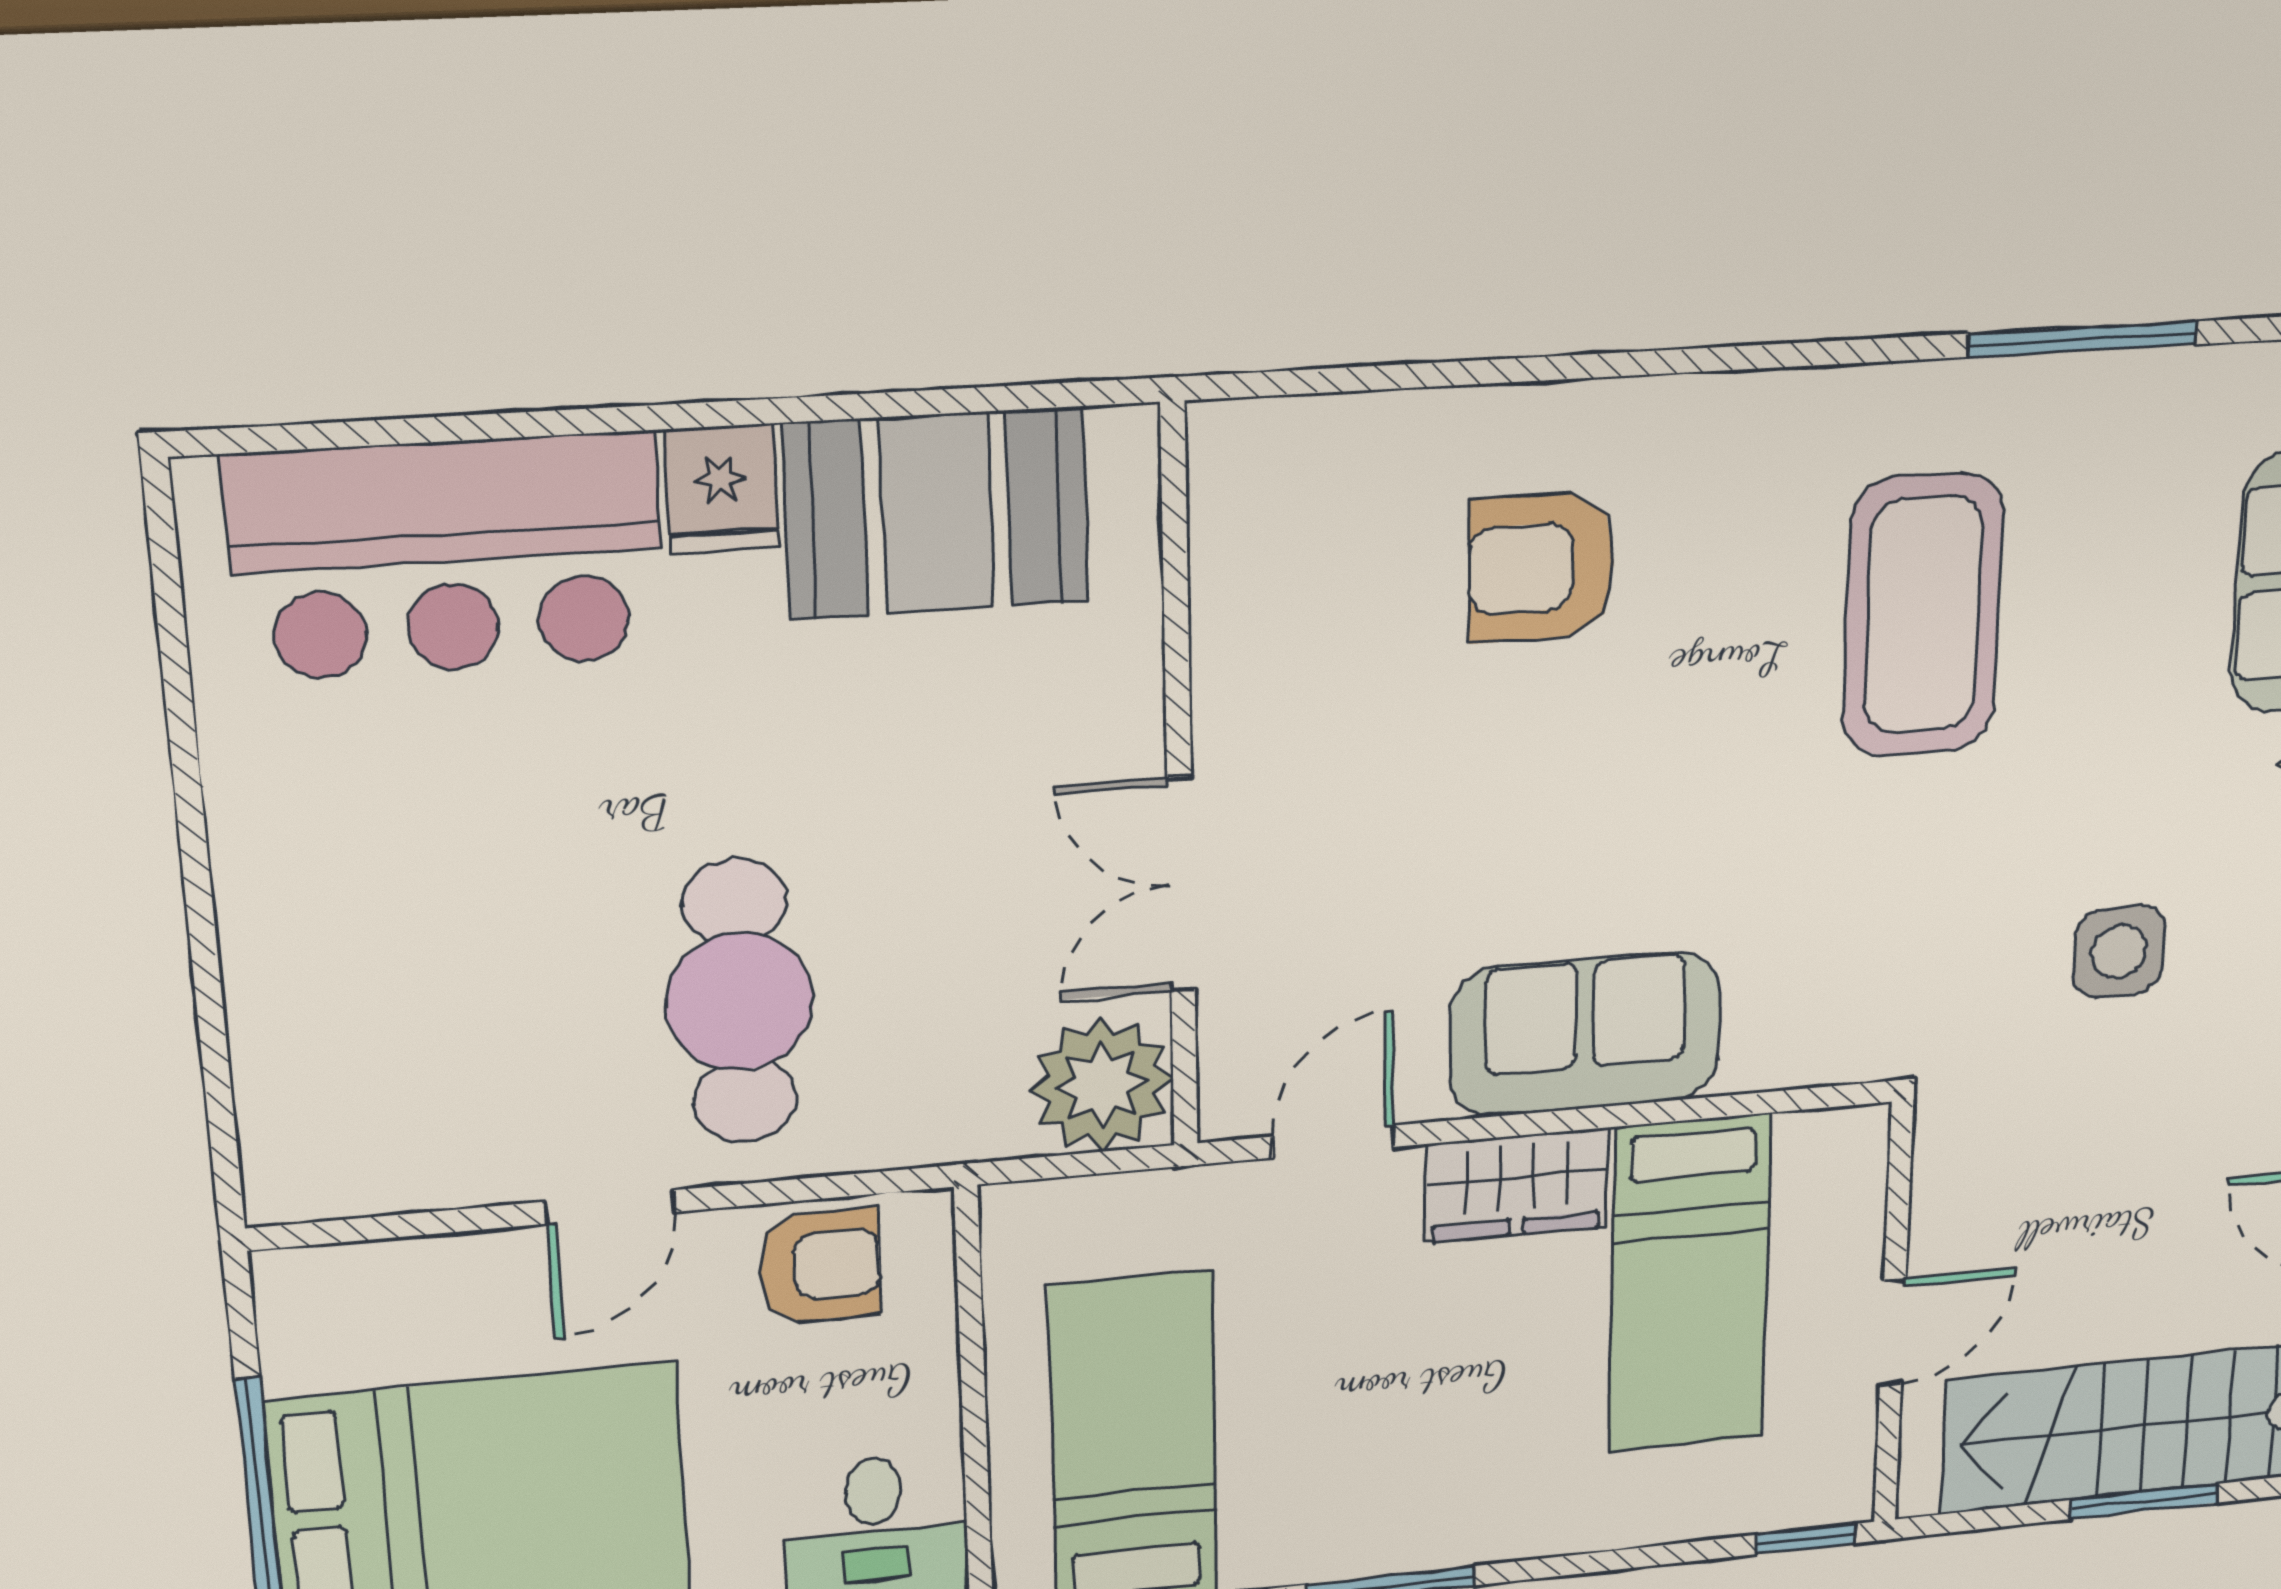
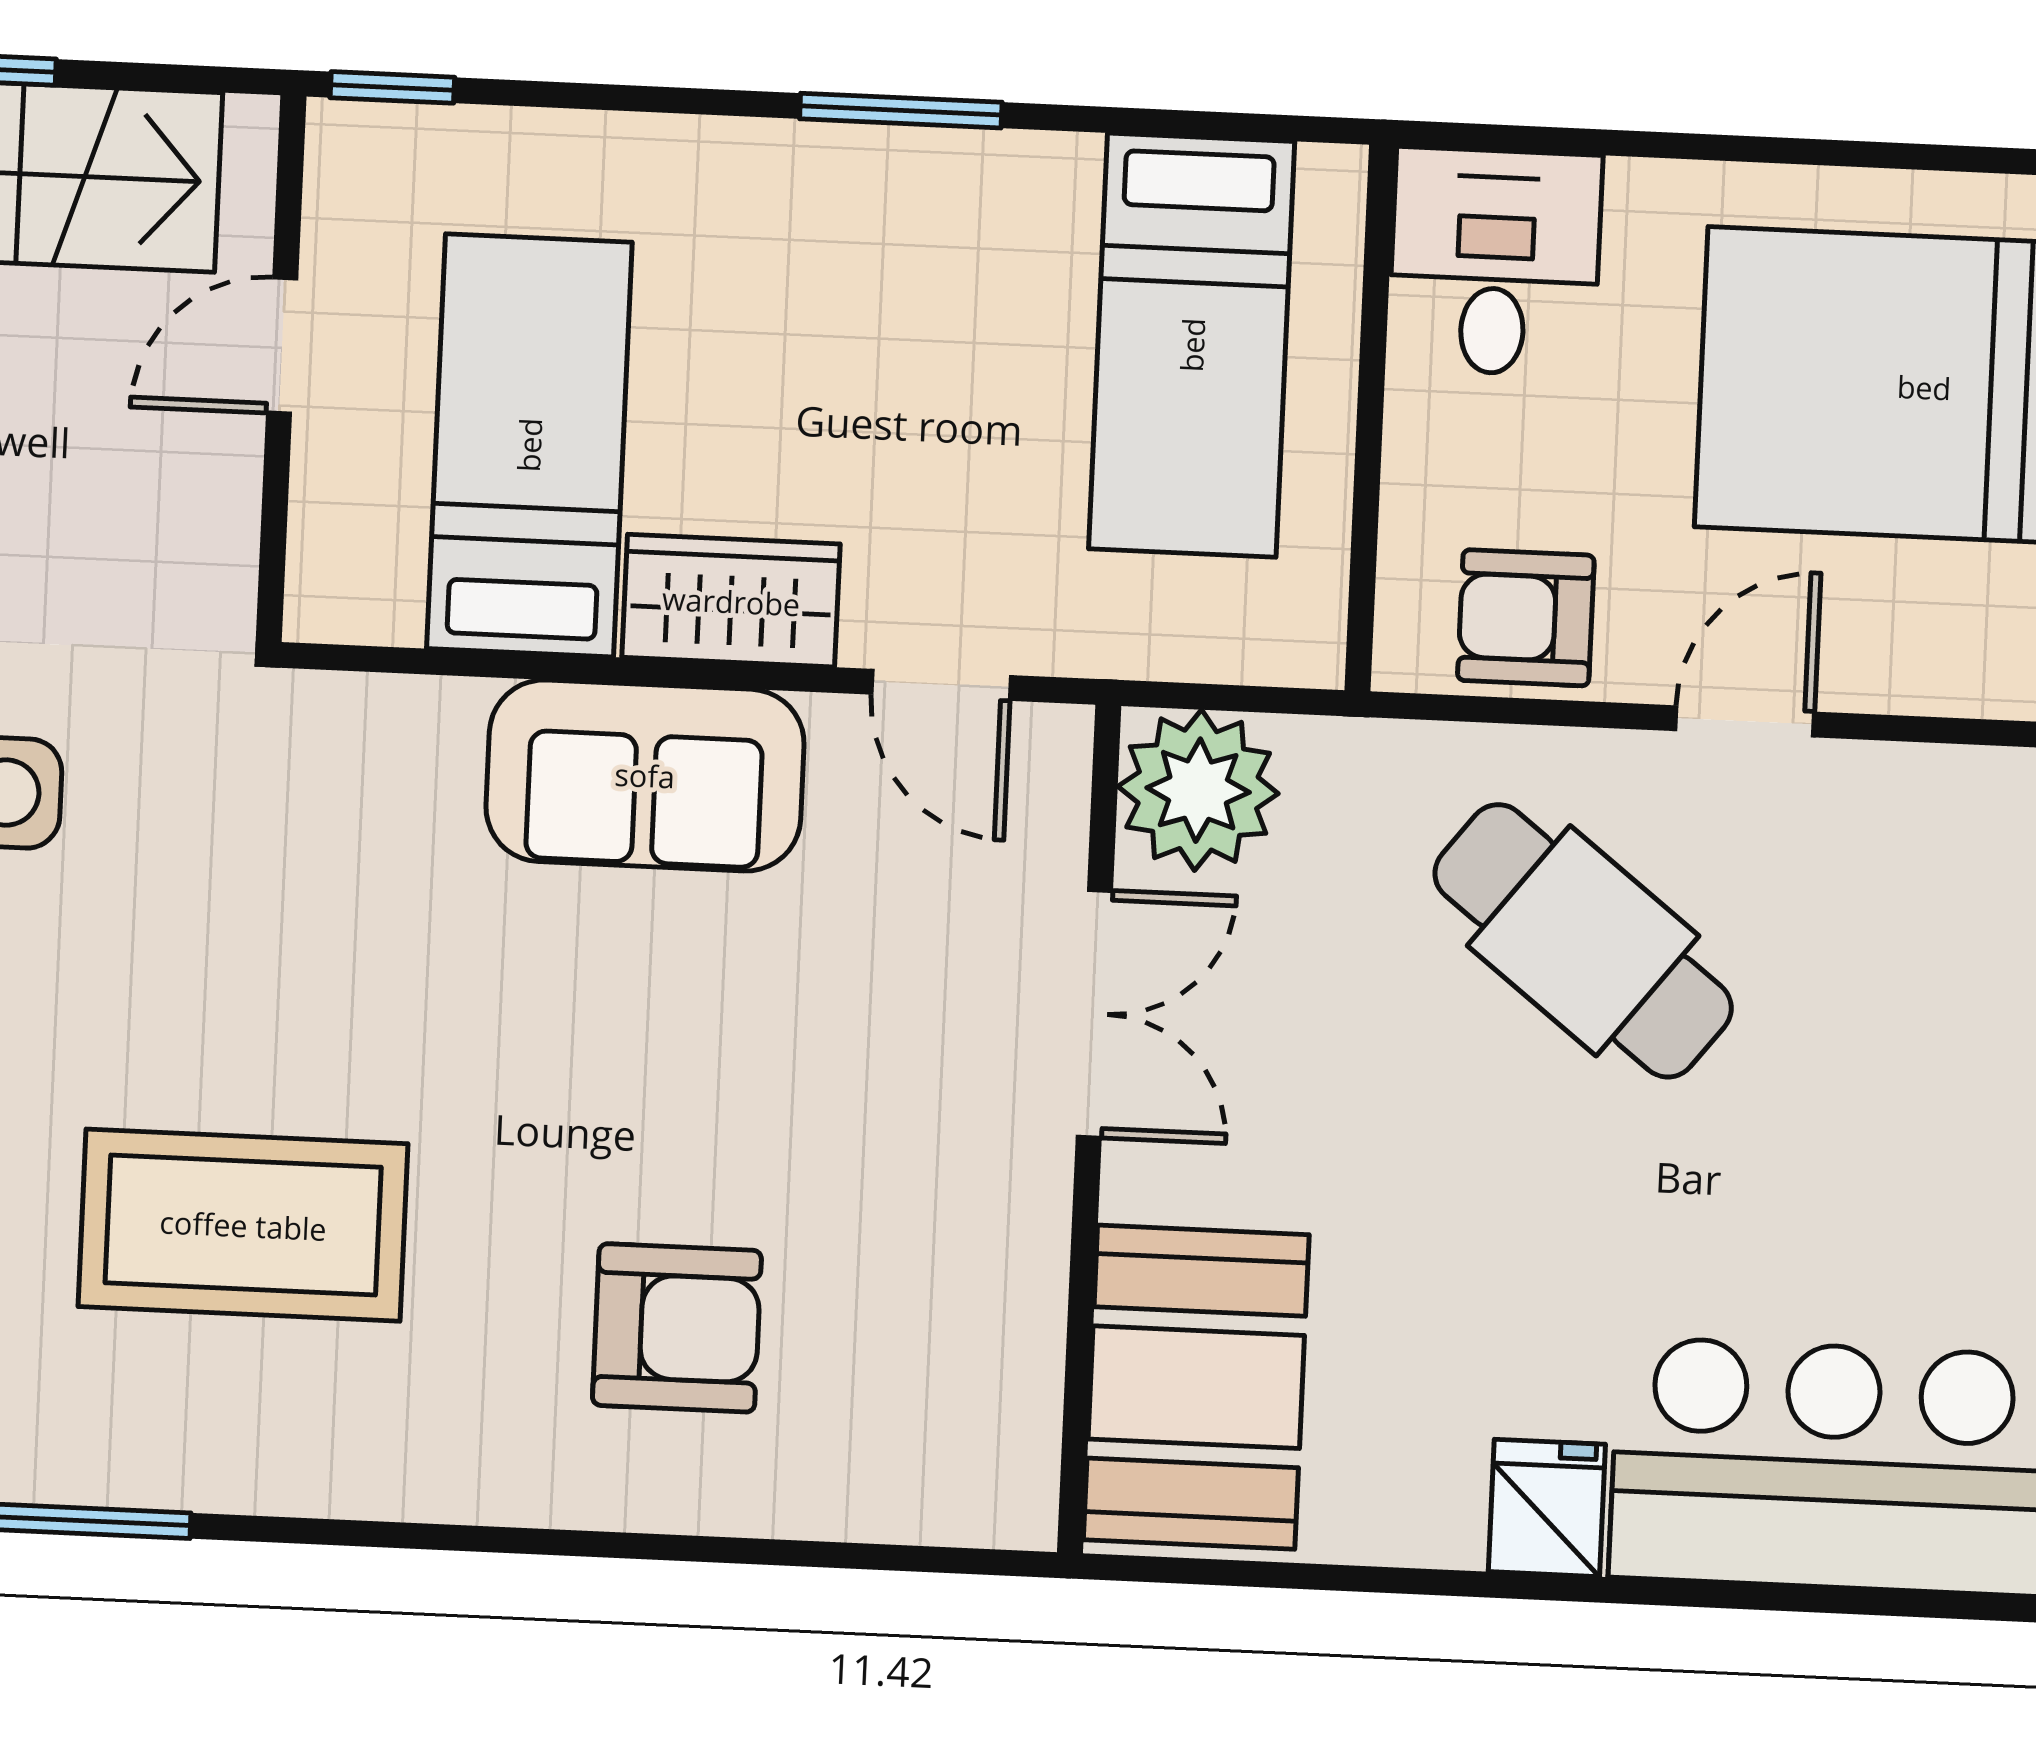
booth: (936, 513) -> (1196, 1387), moved, turned 90
coffee table: (1923, 615) -> (243, 1225), turned 90
cafe table: (740, 1002) -> (1583, 941), turned -52
door: (1333, 1142) -> (941, 685), hinge flipped

